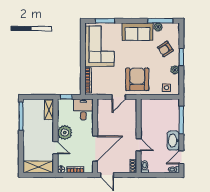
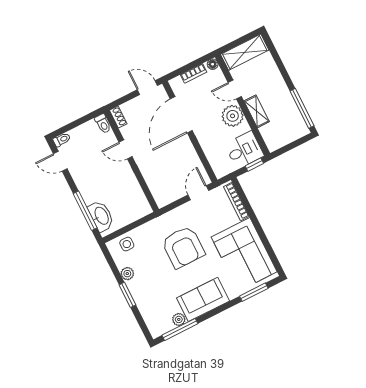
armchair: (165, 49) -> (154, 295), removed
armchair: (137, 79) -> (183, 247), moved
door: (119, 97) -> (198, 193), moved
desk: (83, 109) -> (244, 150), moved, turned -90
shelving: (49, 110) -> (257, 111), moved
washbasin: (173, 141) -> (101, 216), moved
door: (181, 157) -> (60, 161), swing flipped

